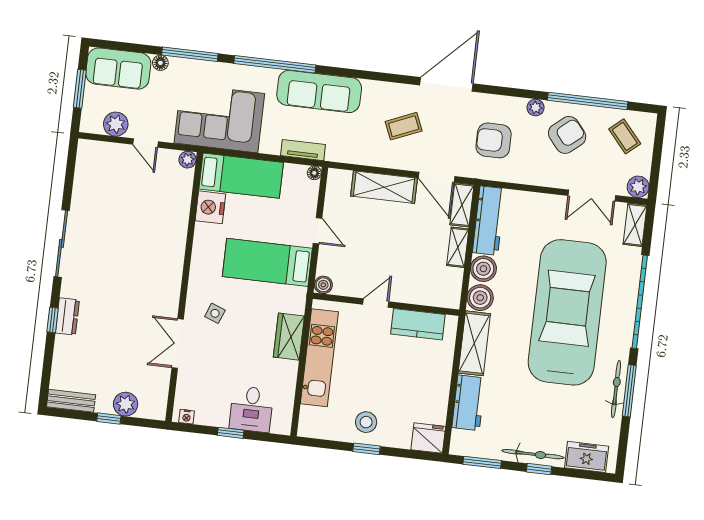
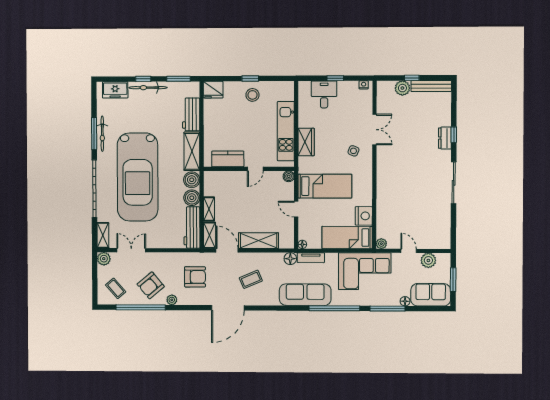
floor lamp: (336, 152) -> (290, 259), added
bench: (71, 401) -> (431, 86), width x1.36

